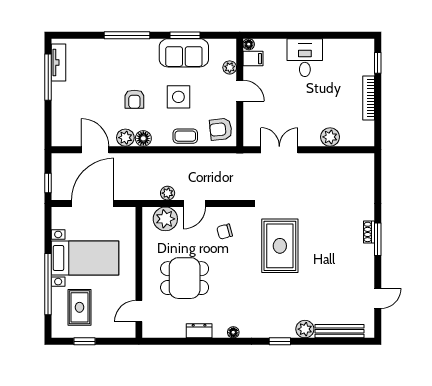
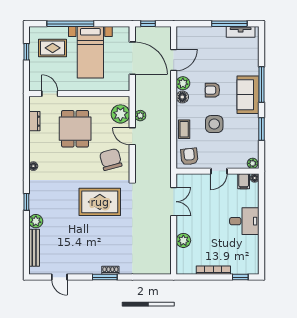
sofa: (184, 53) -> (248, 95), moved
plant: (230, 67) -> (253, 163), moved
chair: (225, 232) -> (111, 159), width x1.87, depth x1.87
dresser: (199, 331) -> (34, 121), moved

